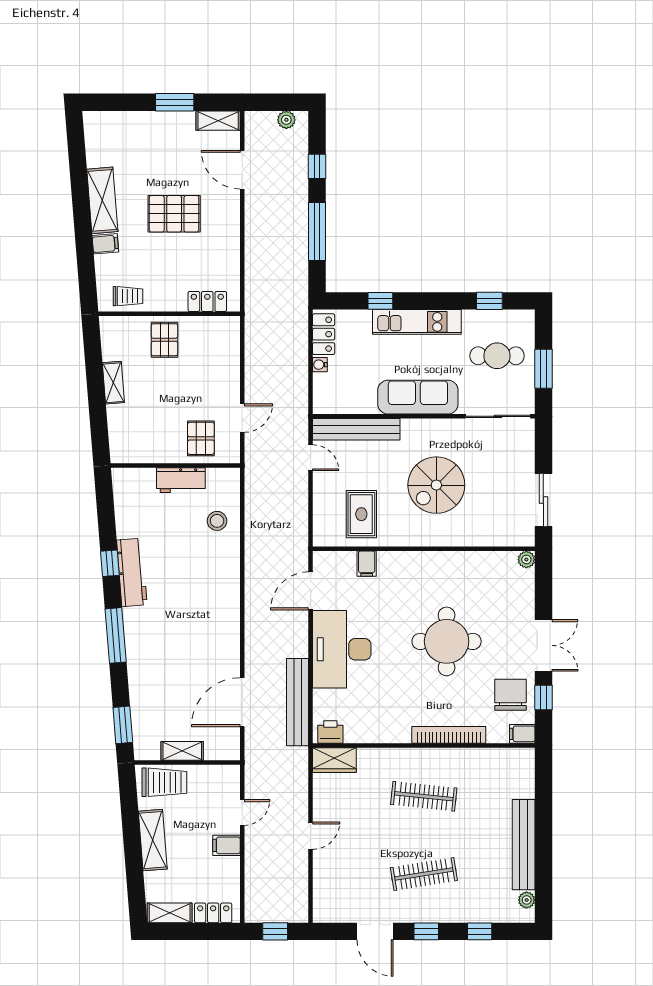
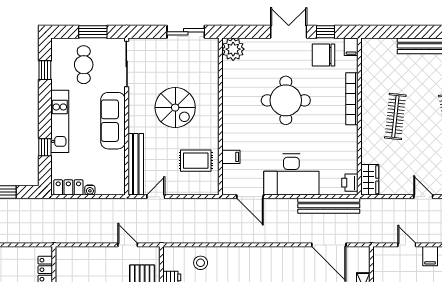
plant: (526, 560) -> (233, 49), width x1.88, depth x1.88

